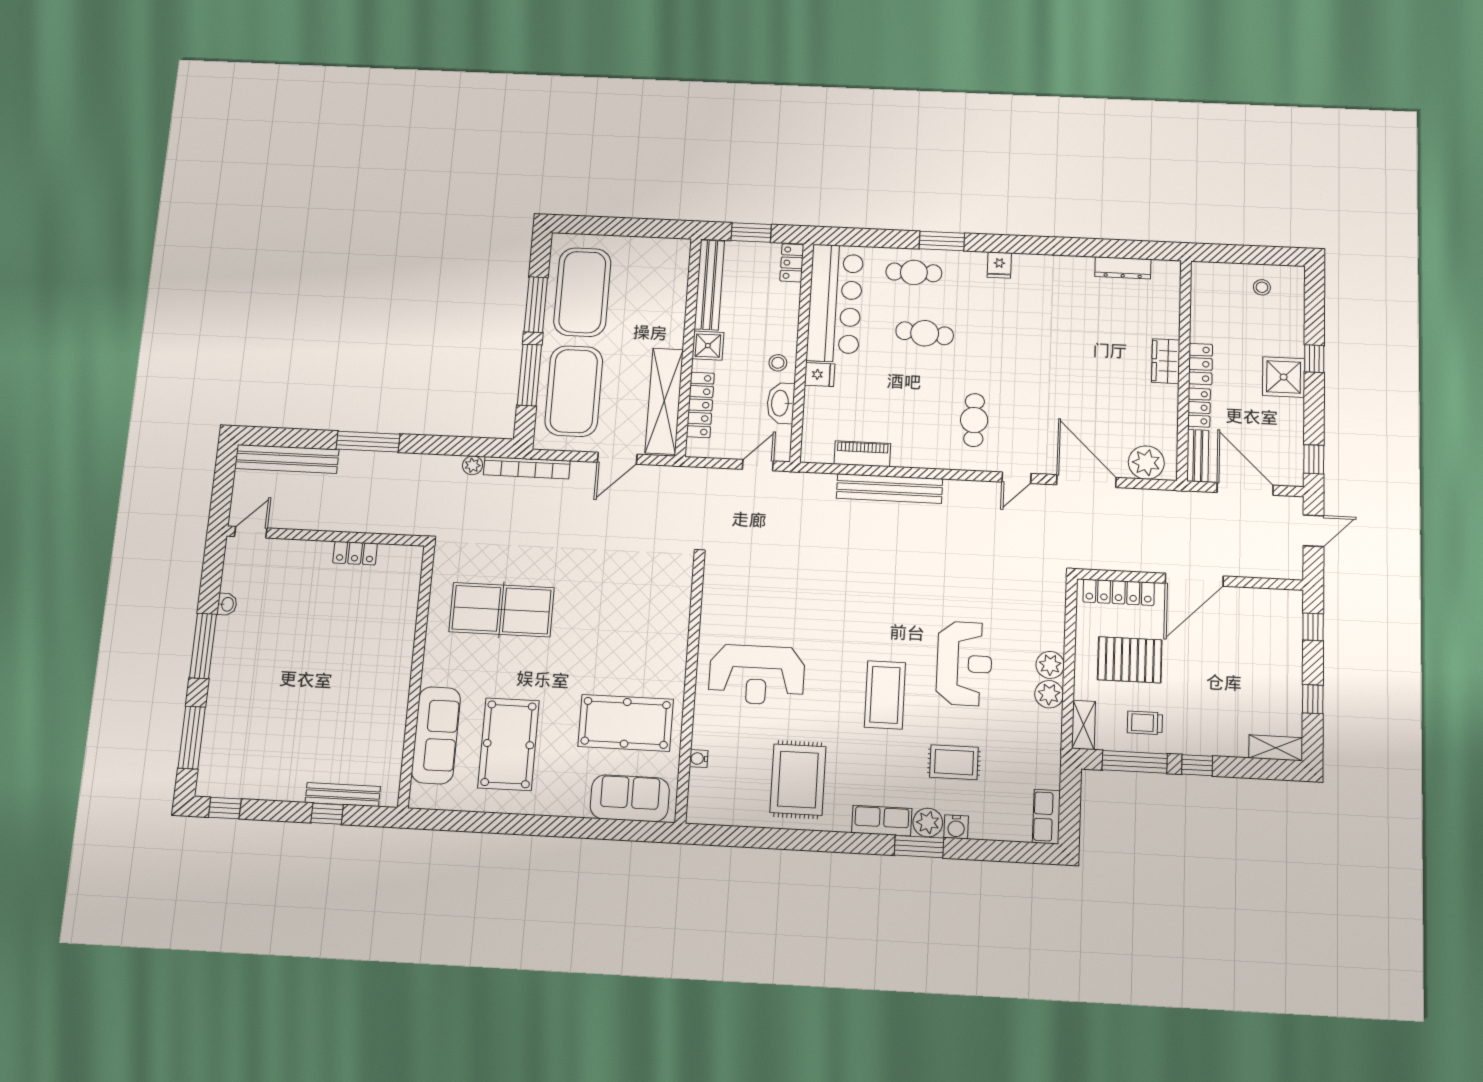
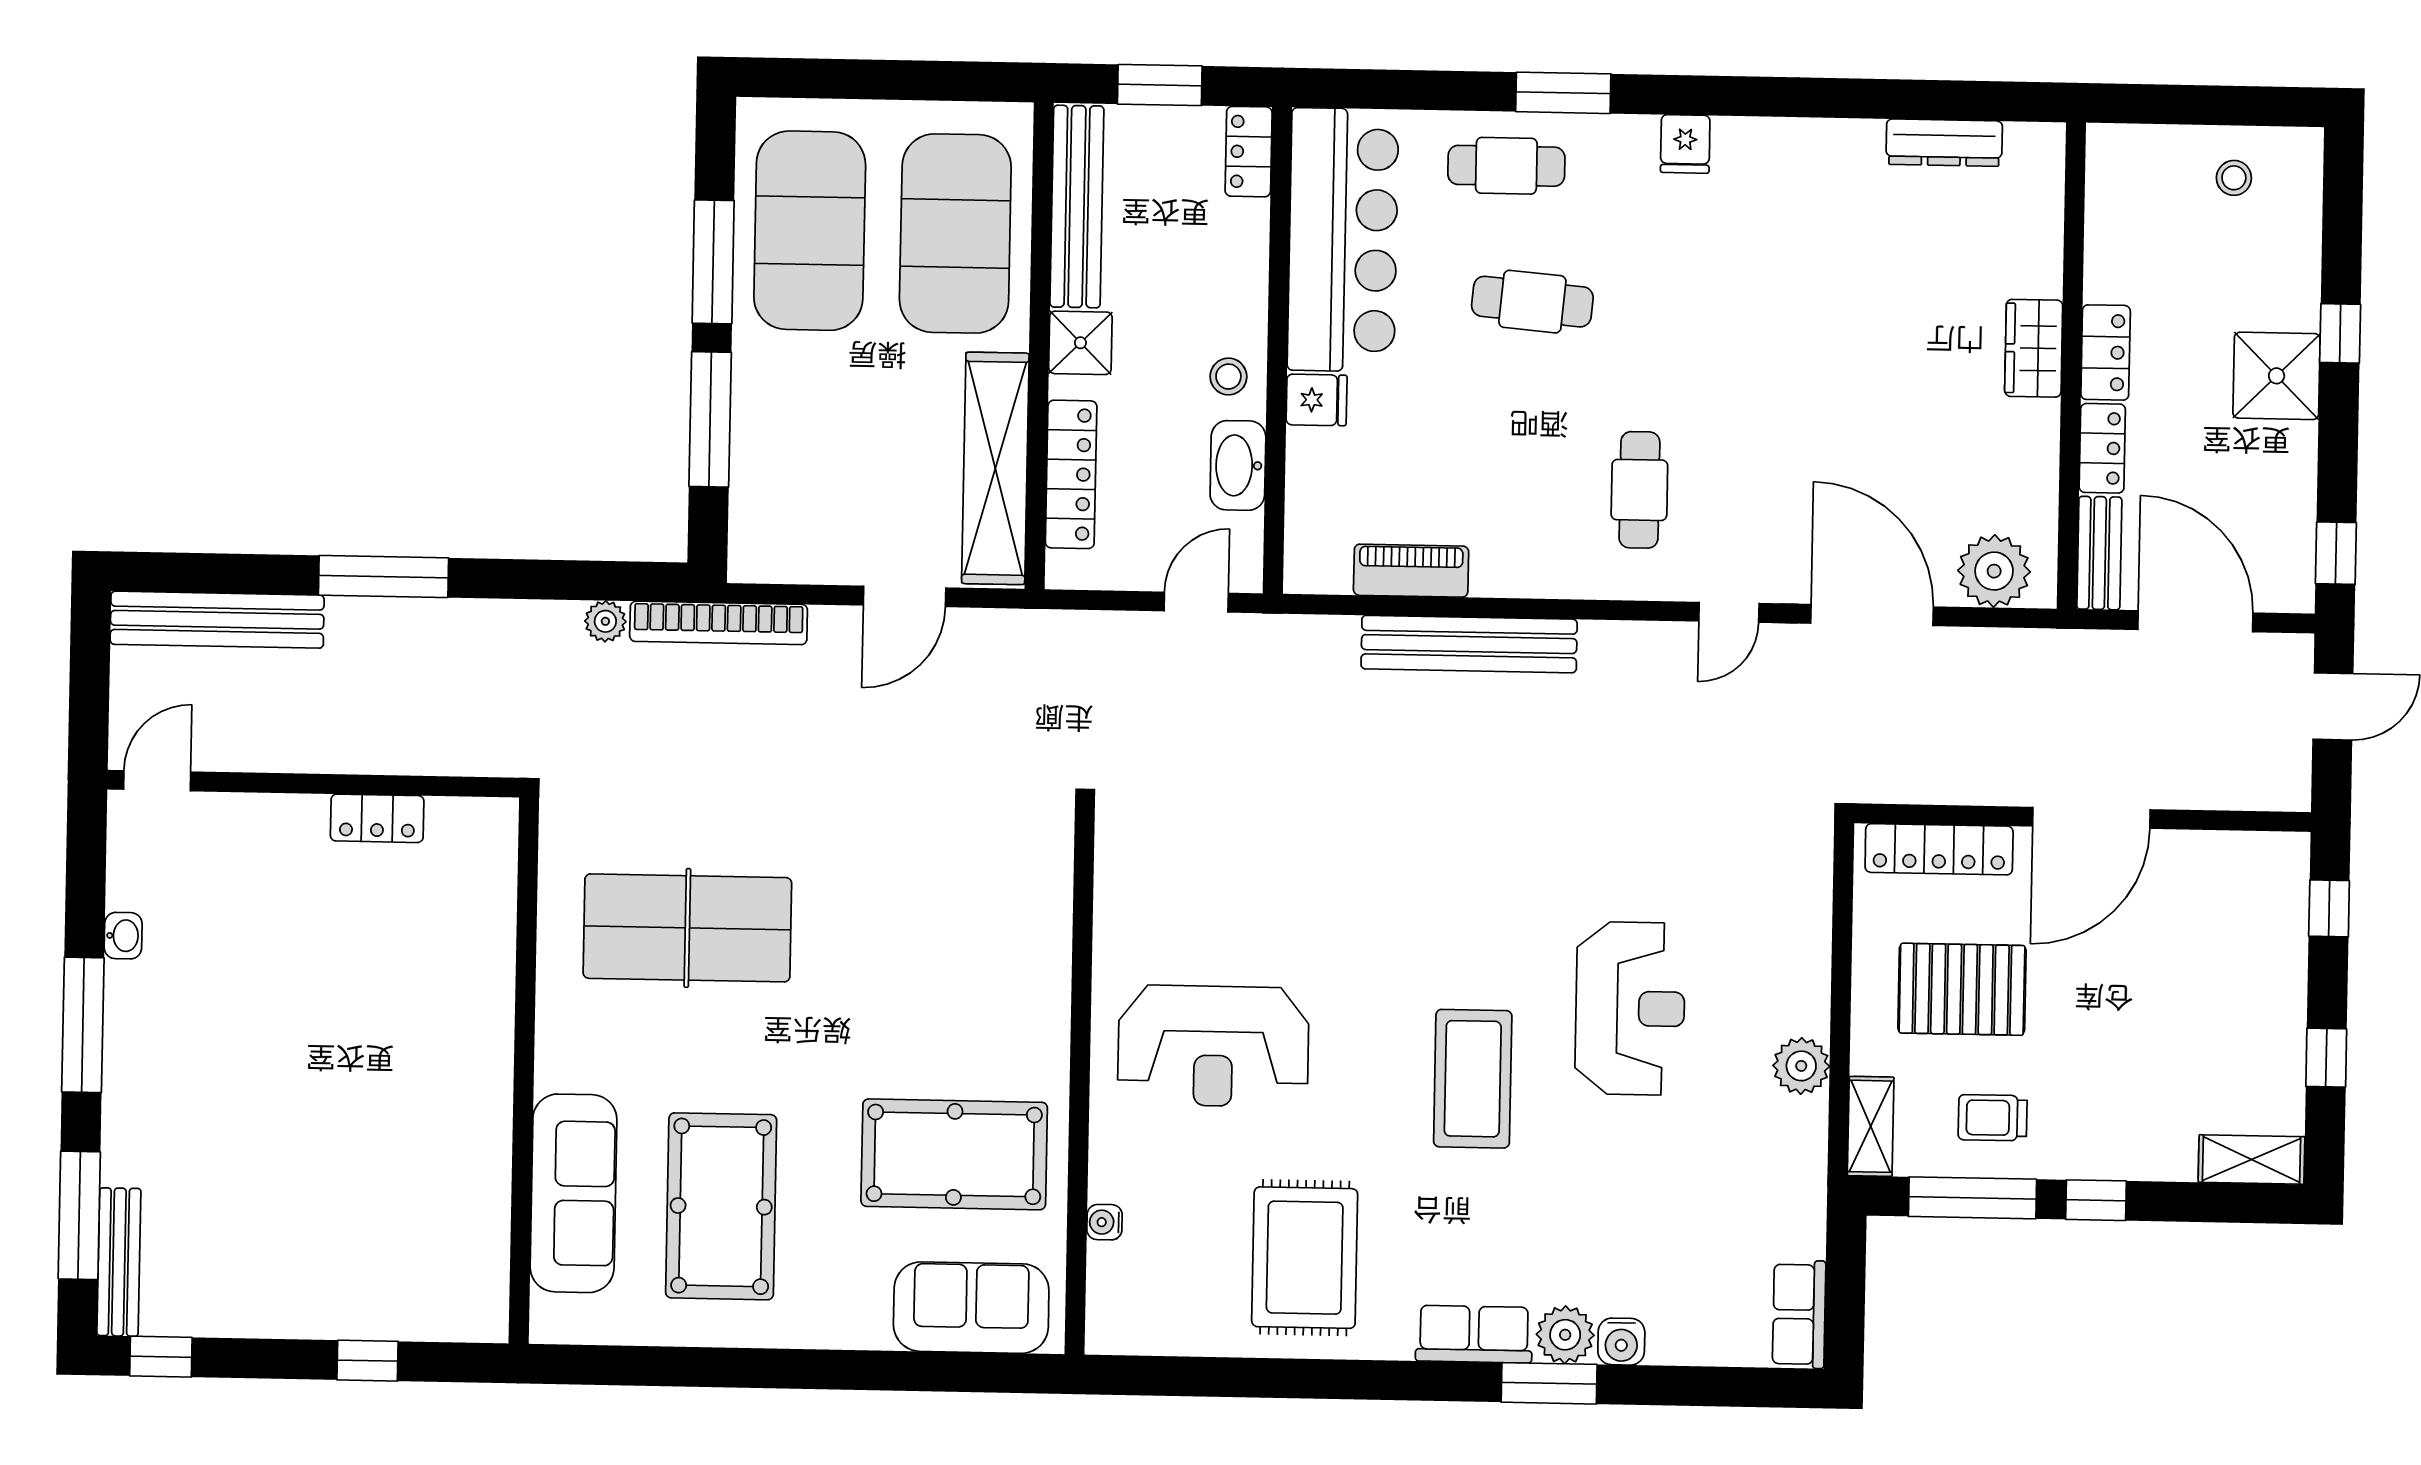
exercise mat: (574, 391) -> (955, 233), moved
plant: (1050, 665) -> (1803, 1005), removed
rug: (954, 762) -> (1614, 1211), removed
bench: (343, 794) -> (119, 1262), moved, turned 90

